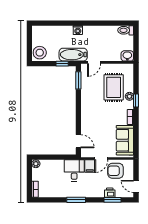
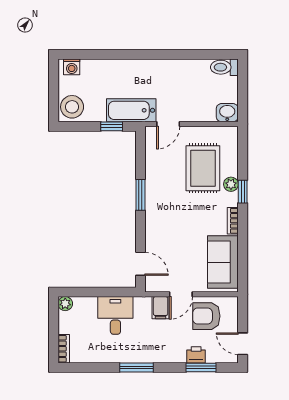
washing machine: (78, 30) -> (72, 67), moved
window: (78, 80) -> (140, 195), moved
desk: (74, 170) -> (115, 315), moved

